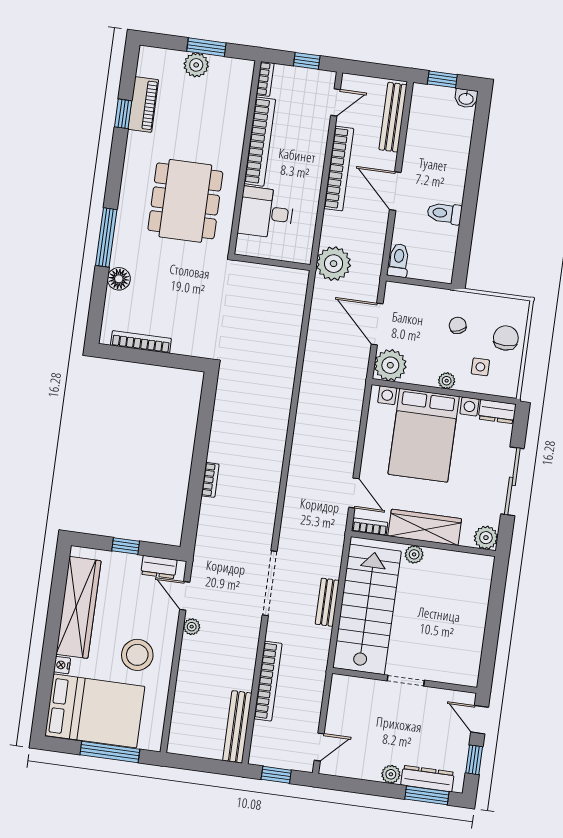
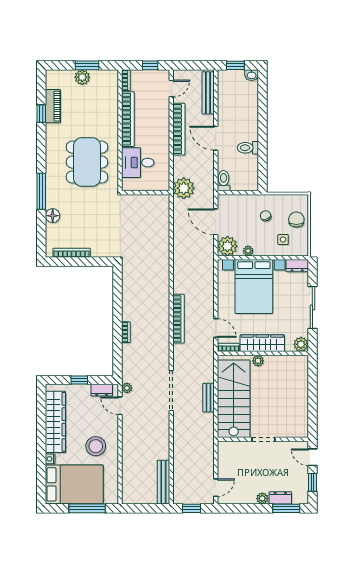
plant: (447, 381) -> (248, 251), moved
plant: (192, 627) -> (127, 388), moved
bookcase: (268, 681) -> (179, 319), moved
dresser: (427, 779) -> (280, 498), width x0.70

